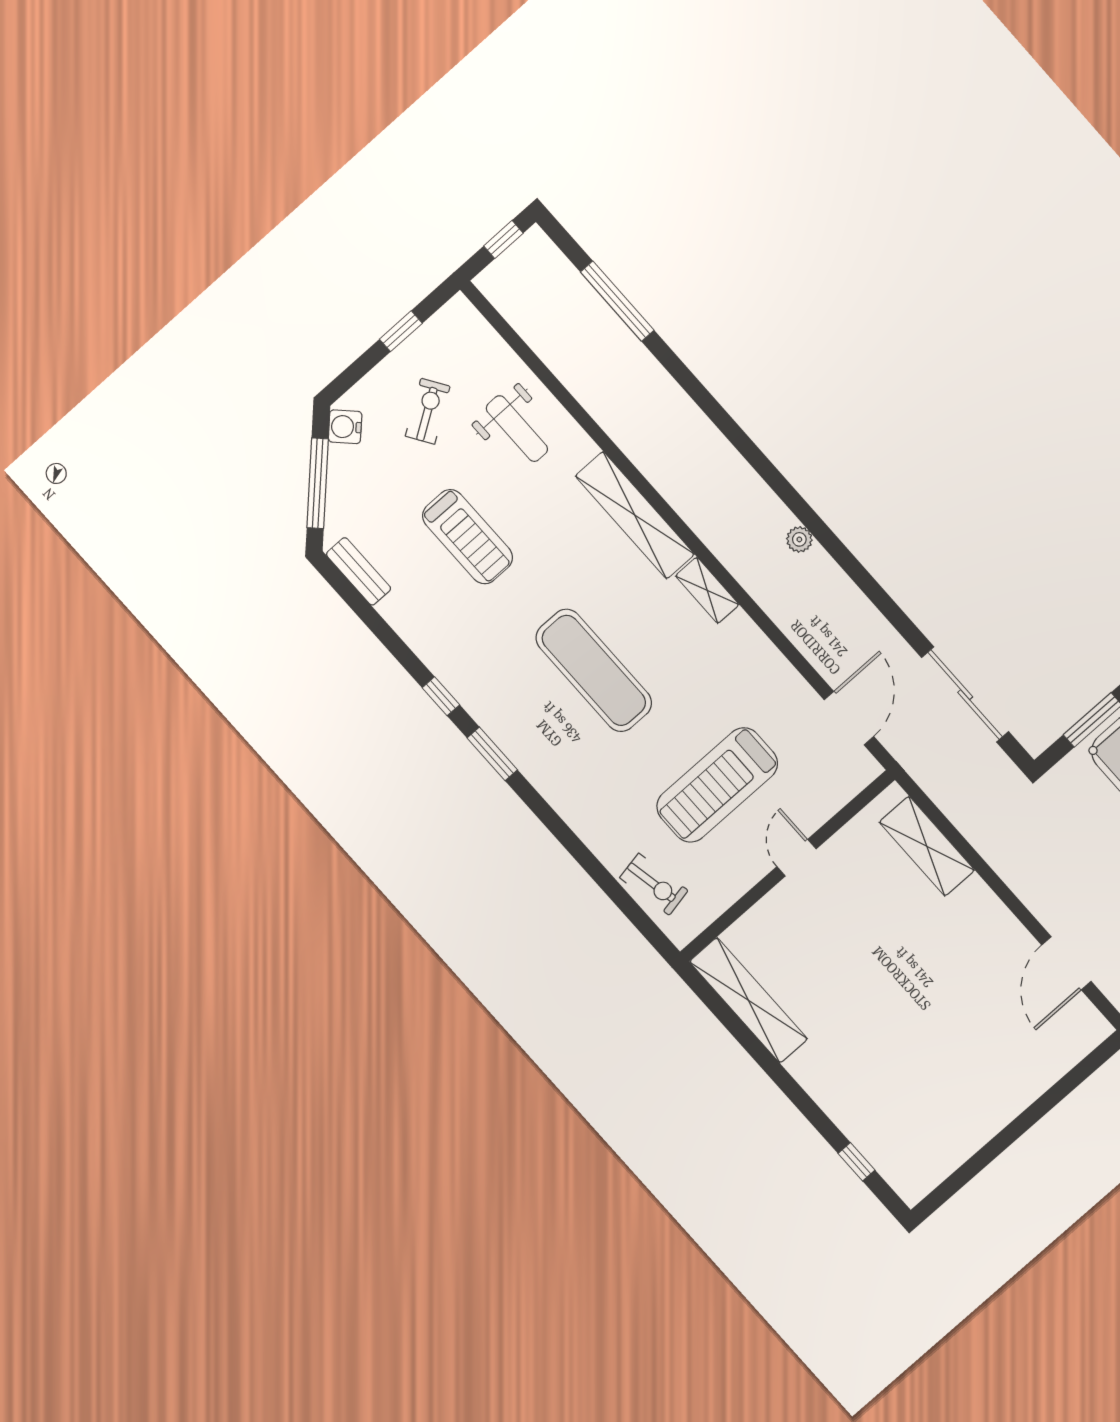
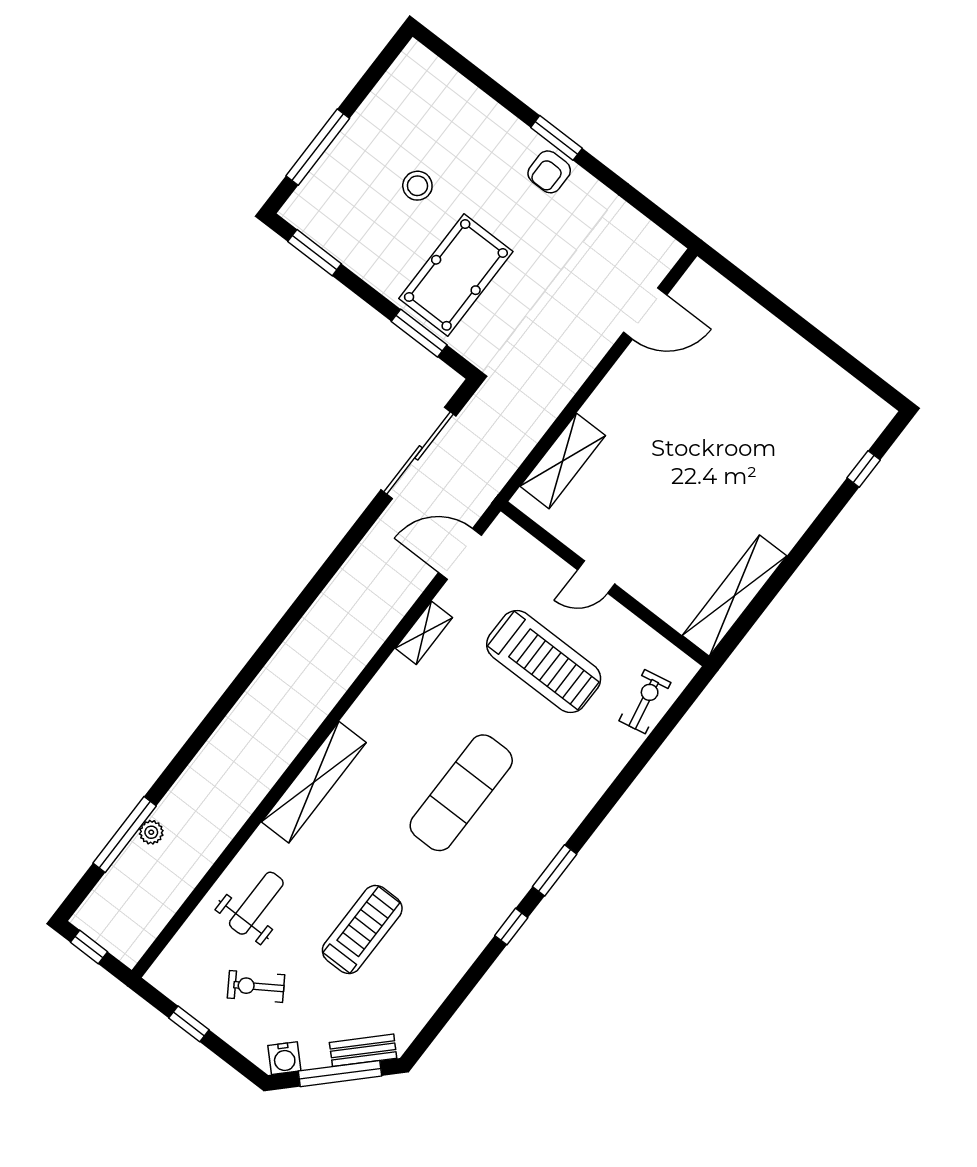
plant: (799, 539) -> (151, 832), moved
bench: (359, 571) -> (363, 1050), moved, turned 45
shelving: (707, 590) -> (424, 633), moved

